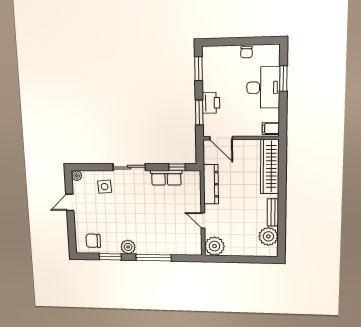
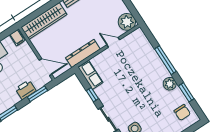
door: (221, 138) -> (46, 67), hinge flipped
window: (177, 167) -> (92, 95), moved
row of seats: (166, 178) -> (91, 75), moved
door: (203, 220) -> (113, 42), swing flipped

